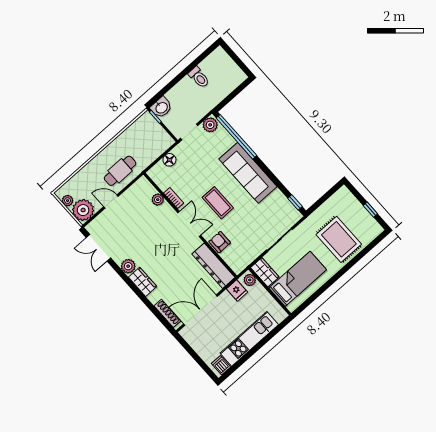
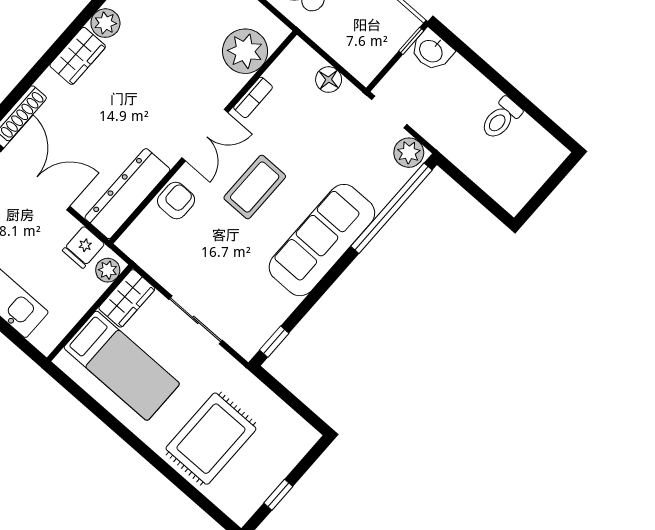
plant: (158, 200) -> (245, 51), width x1.88, depth x1.88

